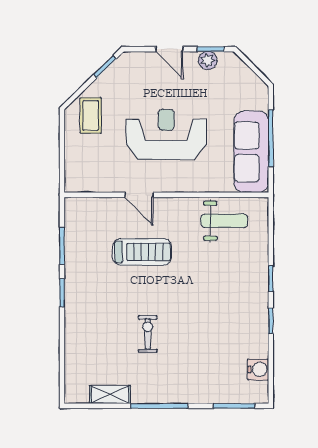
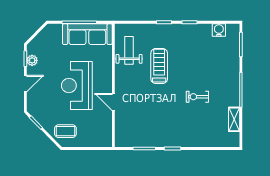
door: (139, 195) -> (113, 102), swing flipped
treadmill: (142, 252) -> (159, 66), moved

